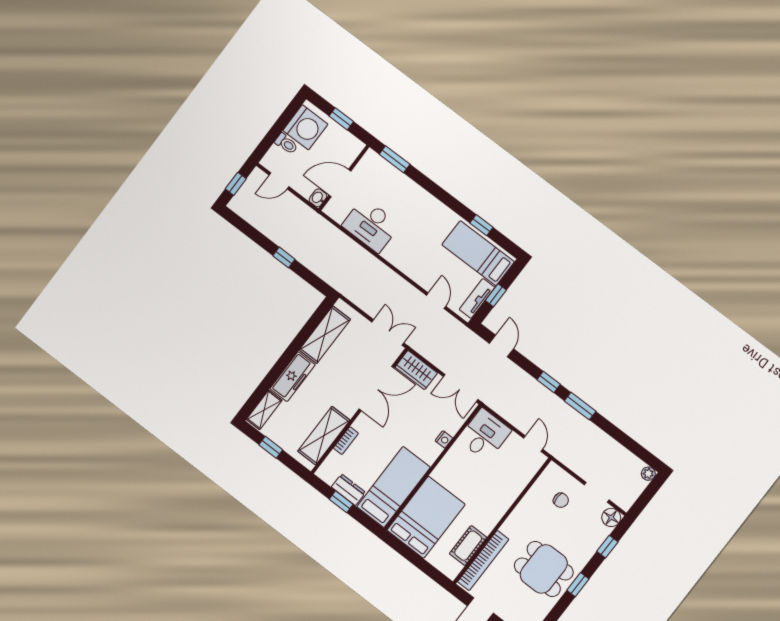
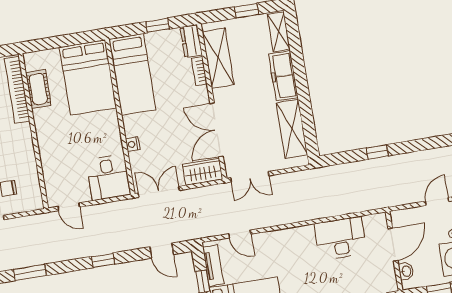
washbasin: (318, 198) -> (406, 271), moved
window: (580, 406) -> (30, 272), moved
dresser: (348, 490) -> (191, 41), moved, turned 90

